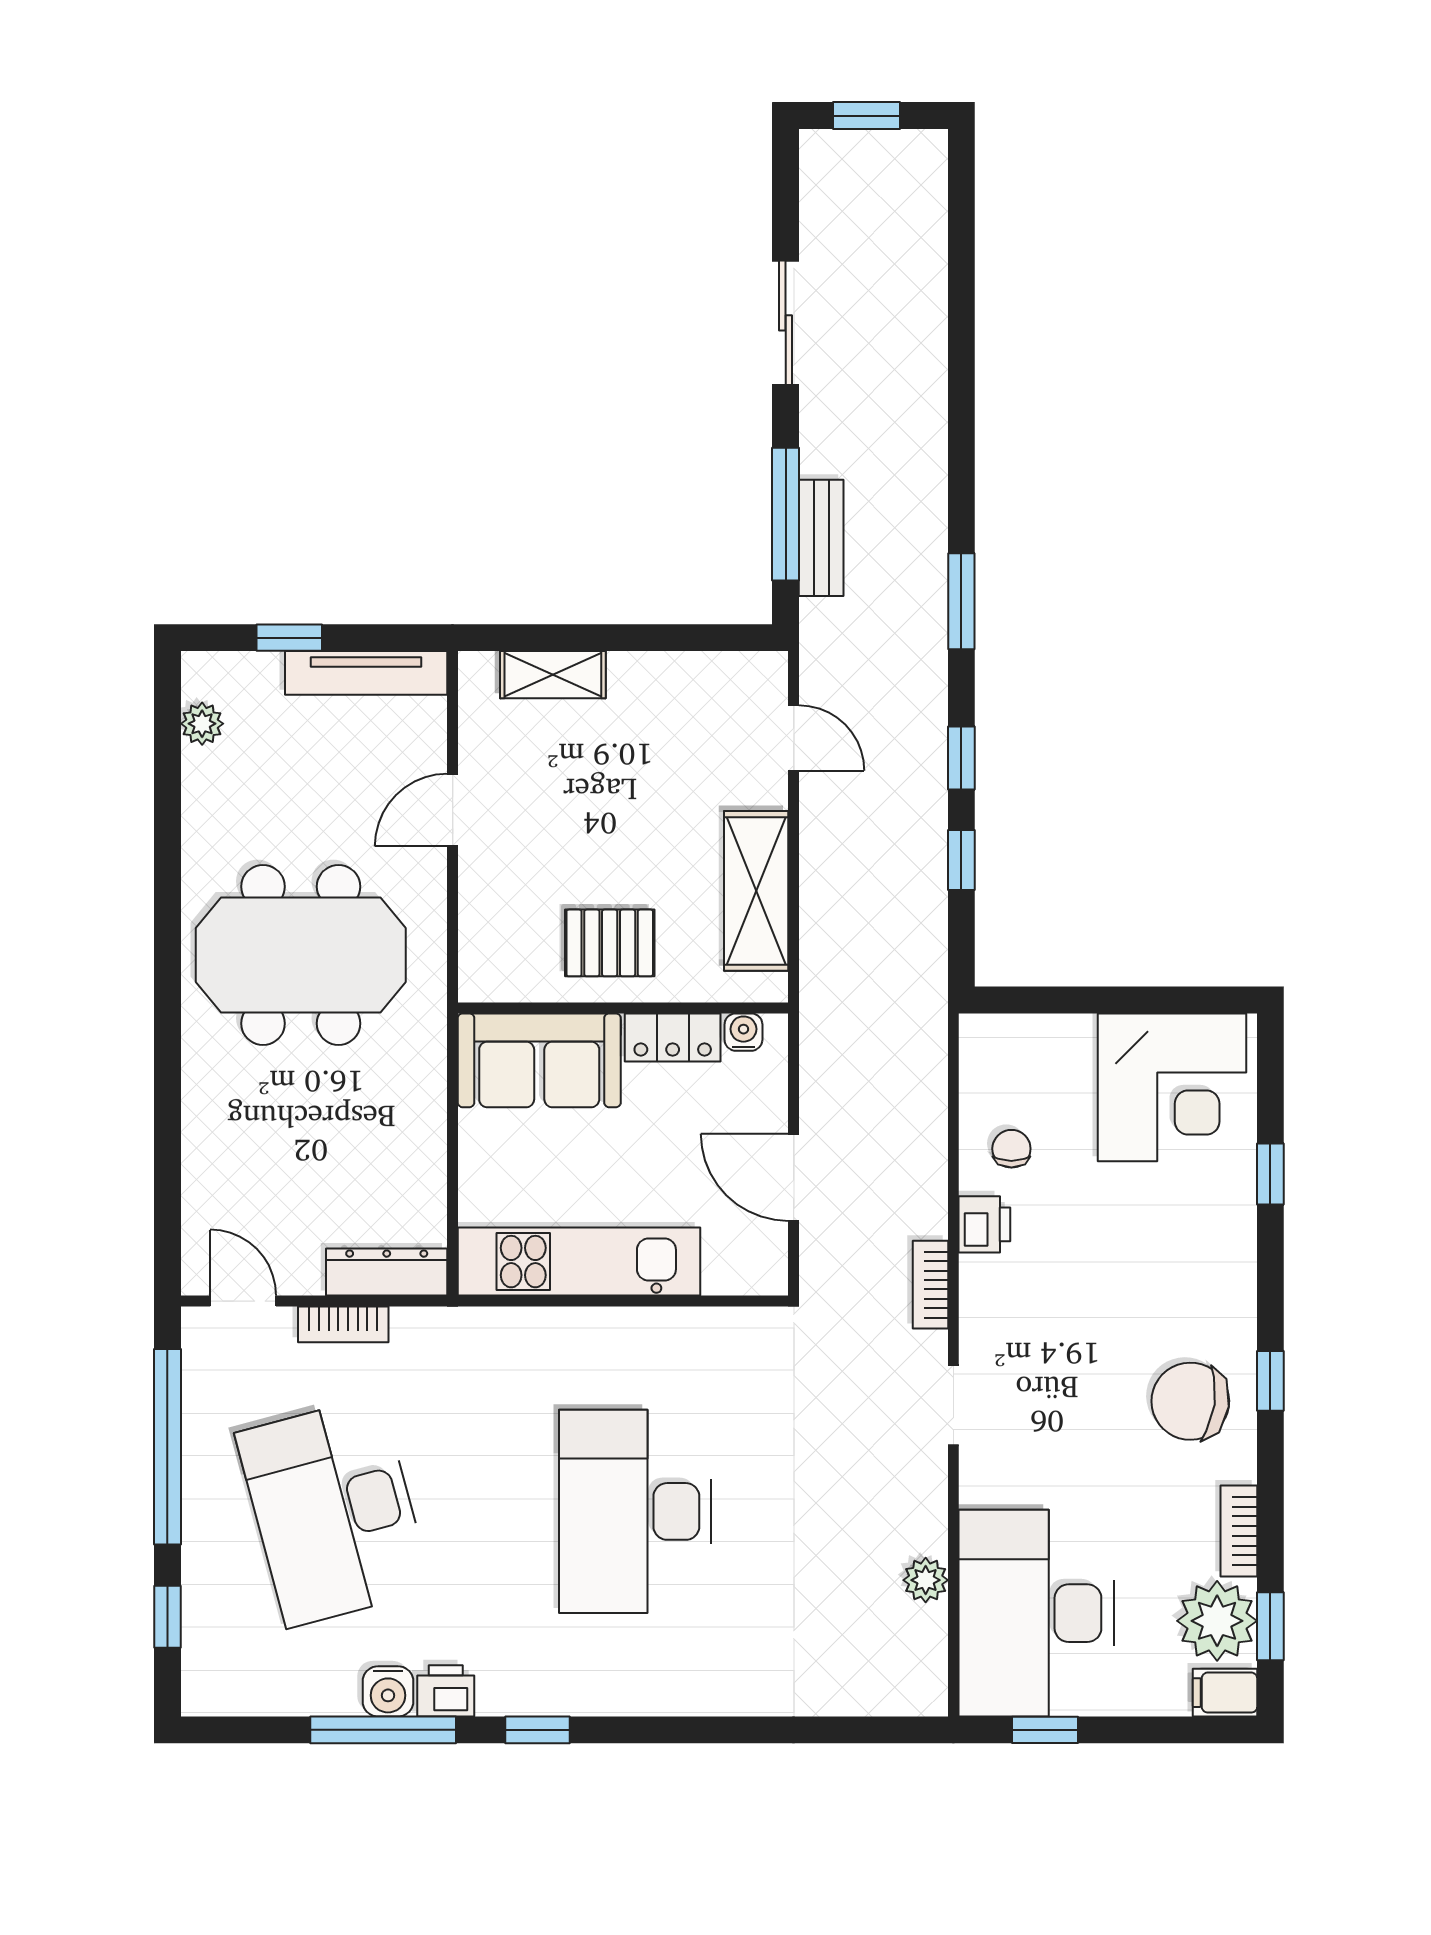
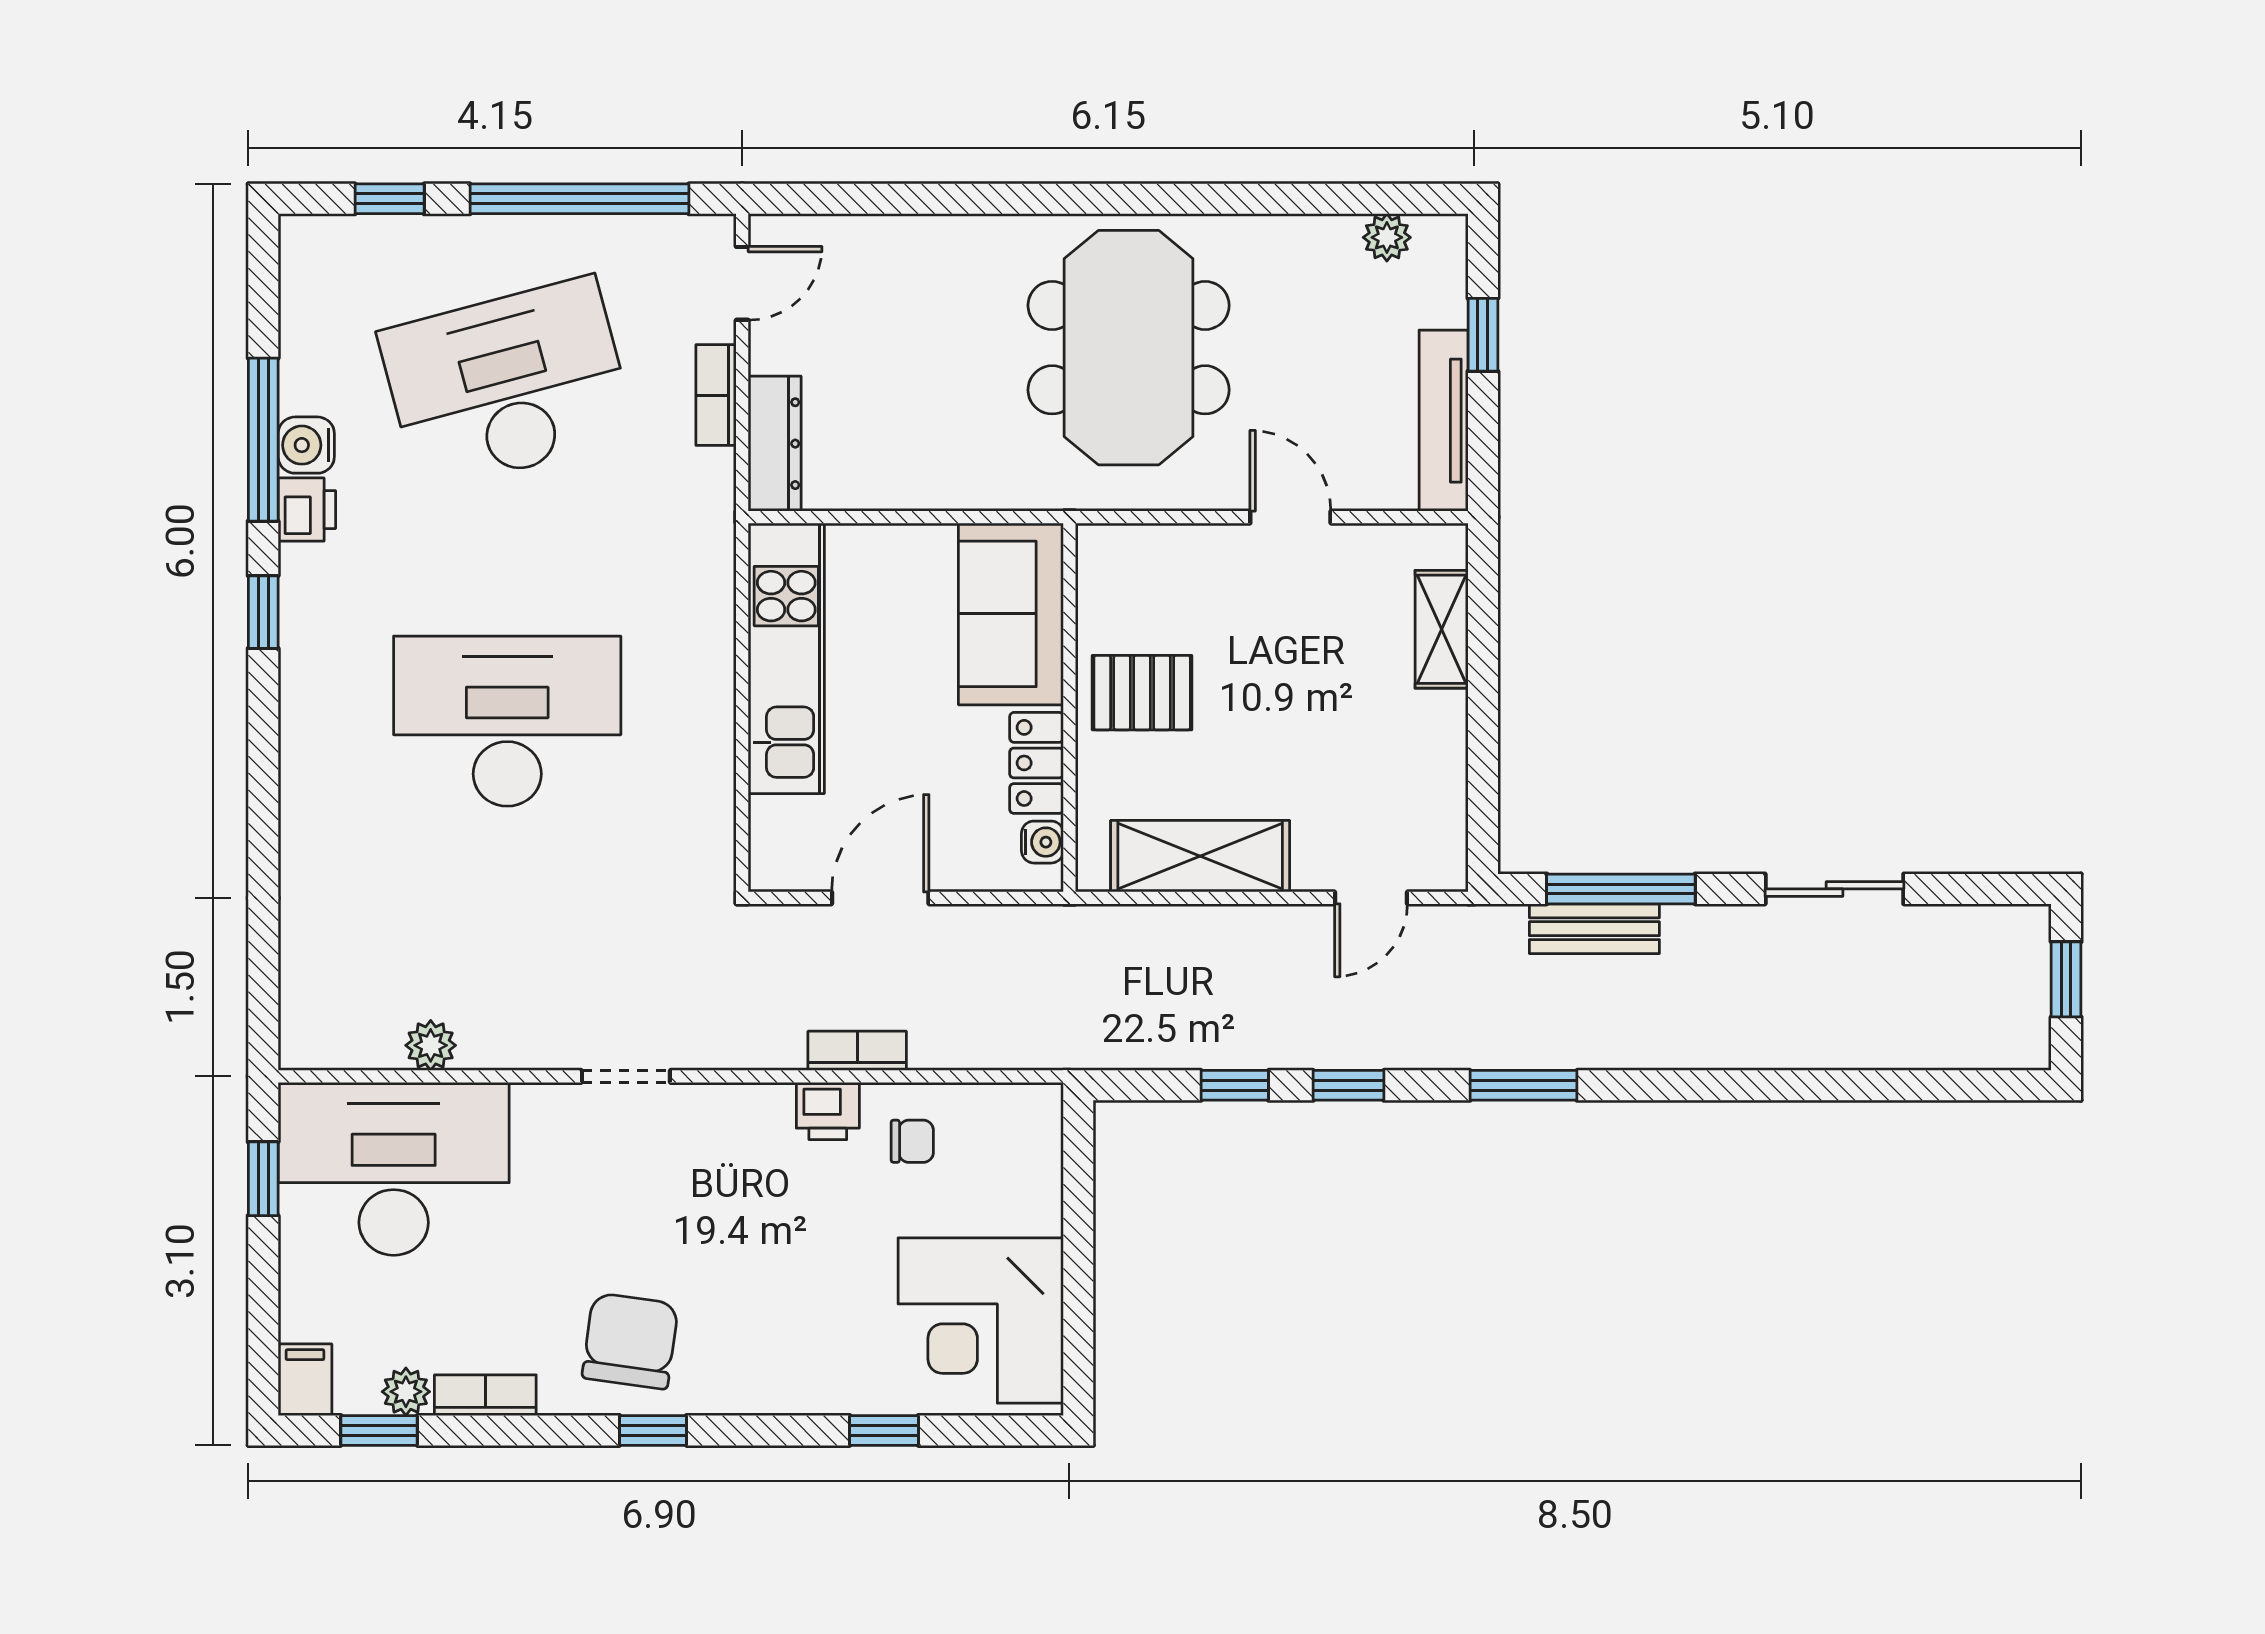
pallet: (610, 943) -> (1142, 693), turned 90
bookcase: (930, 1285) -> (857, 1051), moved
plant: (1217, 1621) -> (406, 1392), width x0.53, depth x0.53

